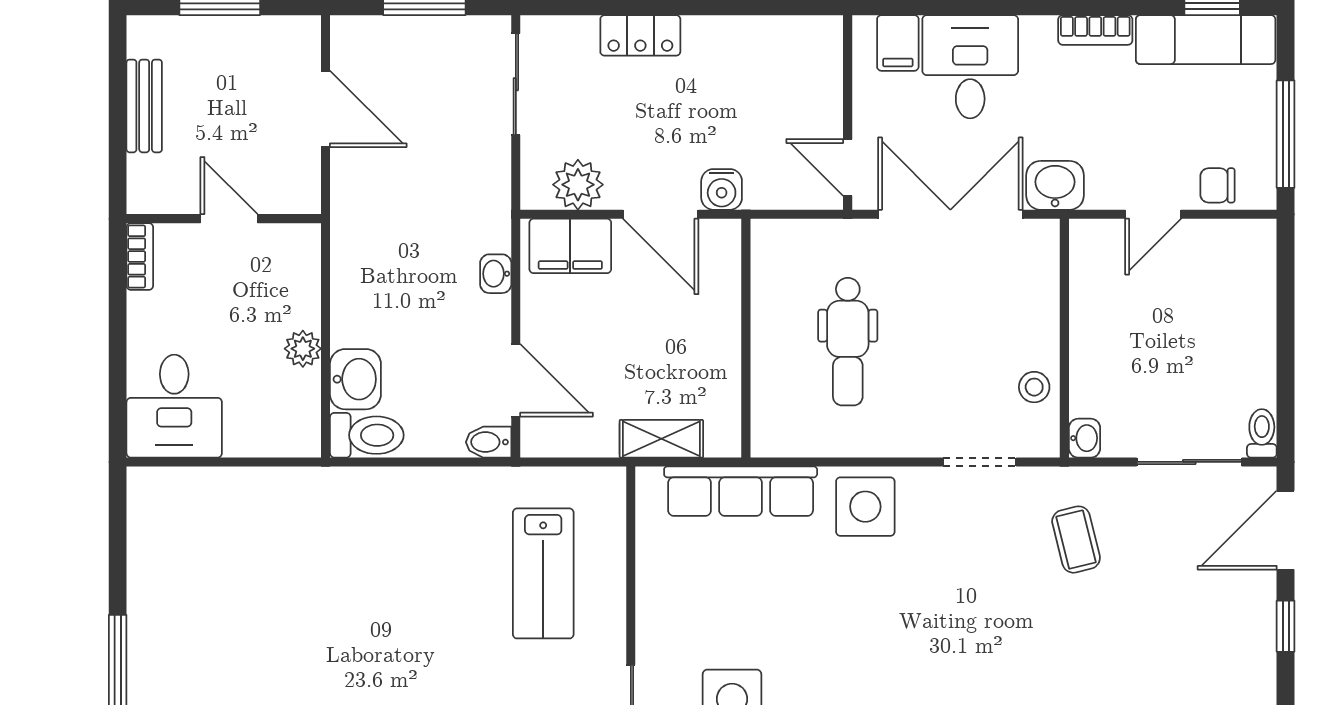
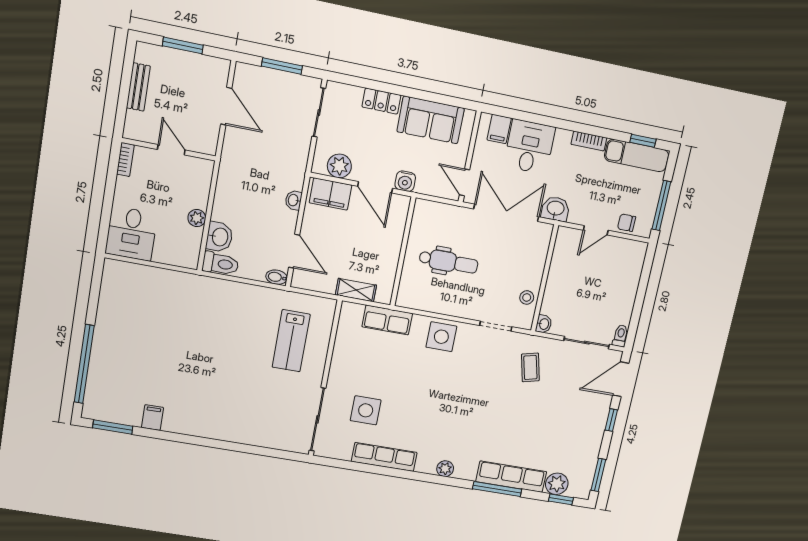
sofa: (750, 53) -> (431, 120), added
dental chair: (848, 342) -> (449, 262), turned -90
row of seats: (741, 491) -> (387, 320), width x0.68

